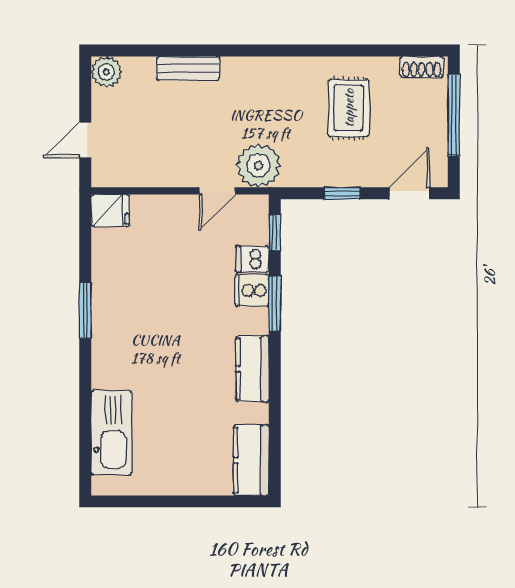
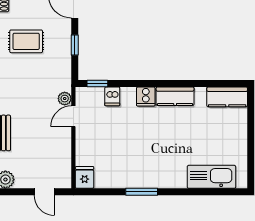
plant: (259, 165) -> (65, 99), width x0.53, depth x0.53
door: (217, 191) -> (73, 116), swing flipped
cooker: (252, 290) -> (146, 96), moved
window: (275, 304) -> (138, 83), removed

